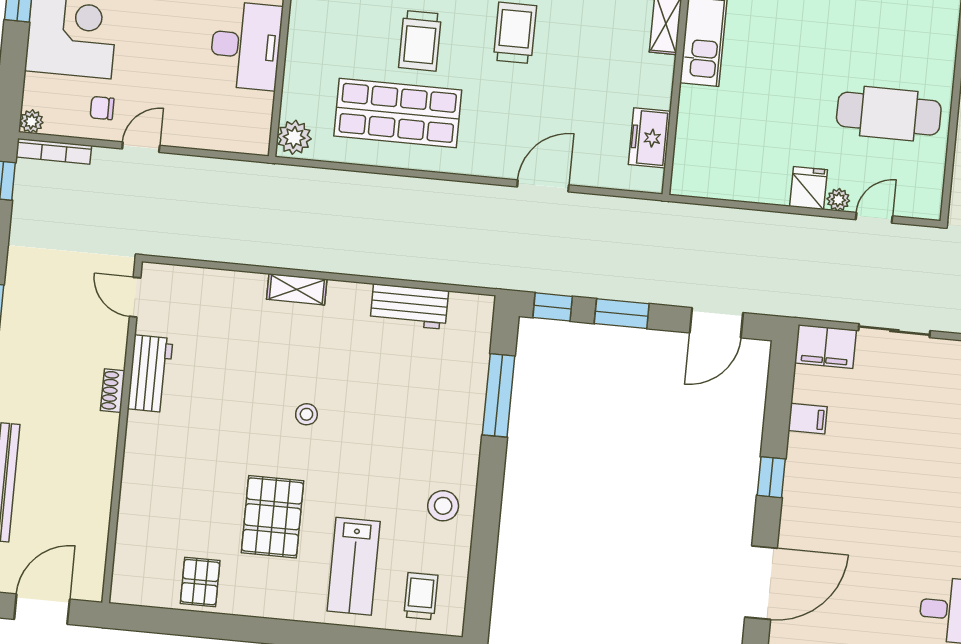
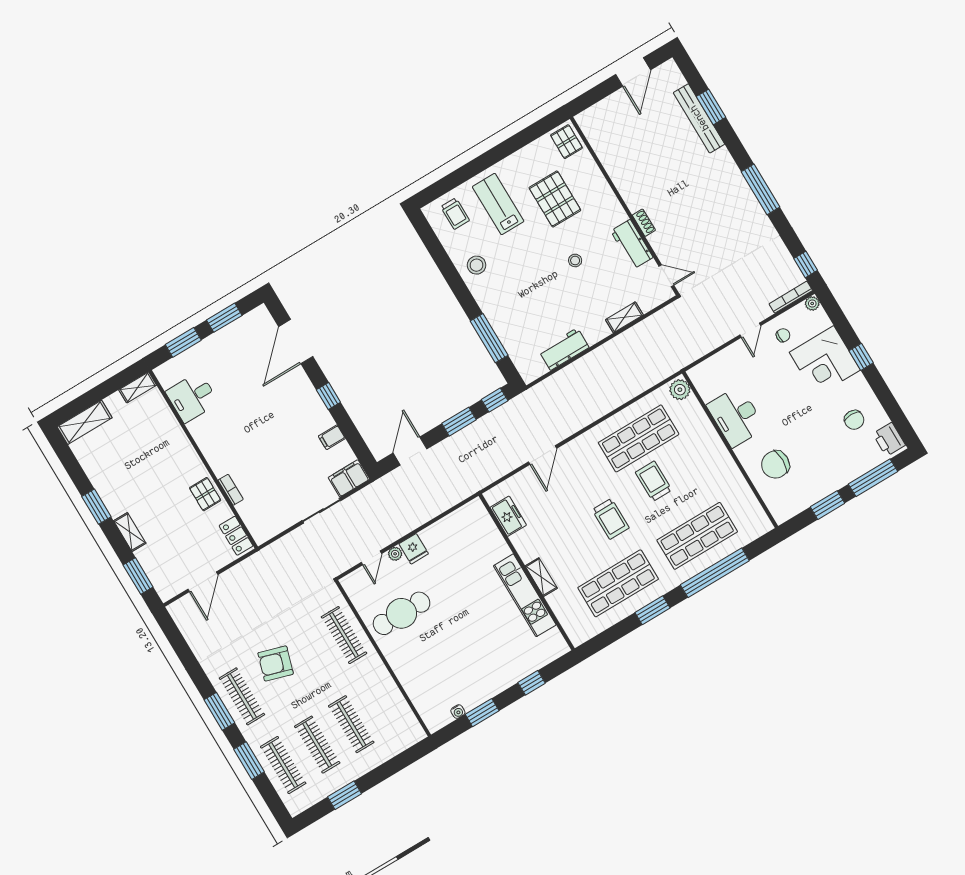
door: (135, 297) -> (666, 276), moved
workbench: (150, 374) -> (632, 244), moved
shoe rack: (113, 391) -> (644, 223), moved
wall: (122, 432) -> (625, 206), moved

